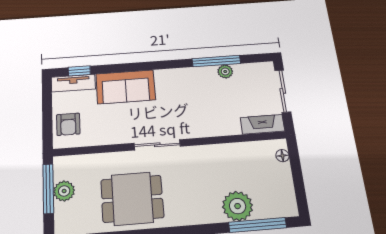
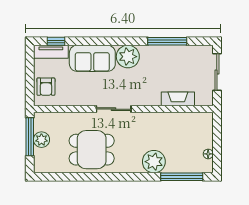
plant: (225, 71) -> (128, 57), moved, width x1.87, depth x1.87
fireplace: (262, 124) -> (178, 99), moved
floor lamp: (282, 156) -> (208, 154), moved
plant: (238, 206) -> (154, 162), moved

